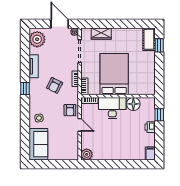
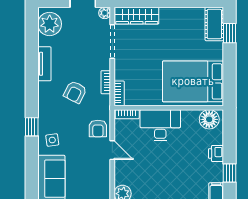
wardrobe: (101, 34) -> (137, 16), width x1.50
bed: (114, 74) -> (193, 81), moved, turned -90
window: (25, 88) -> (32, 127), moved
floor lamp: (133, 104) -> (209, 119), moved
window: (159, 115) -> (230, 173), moved

